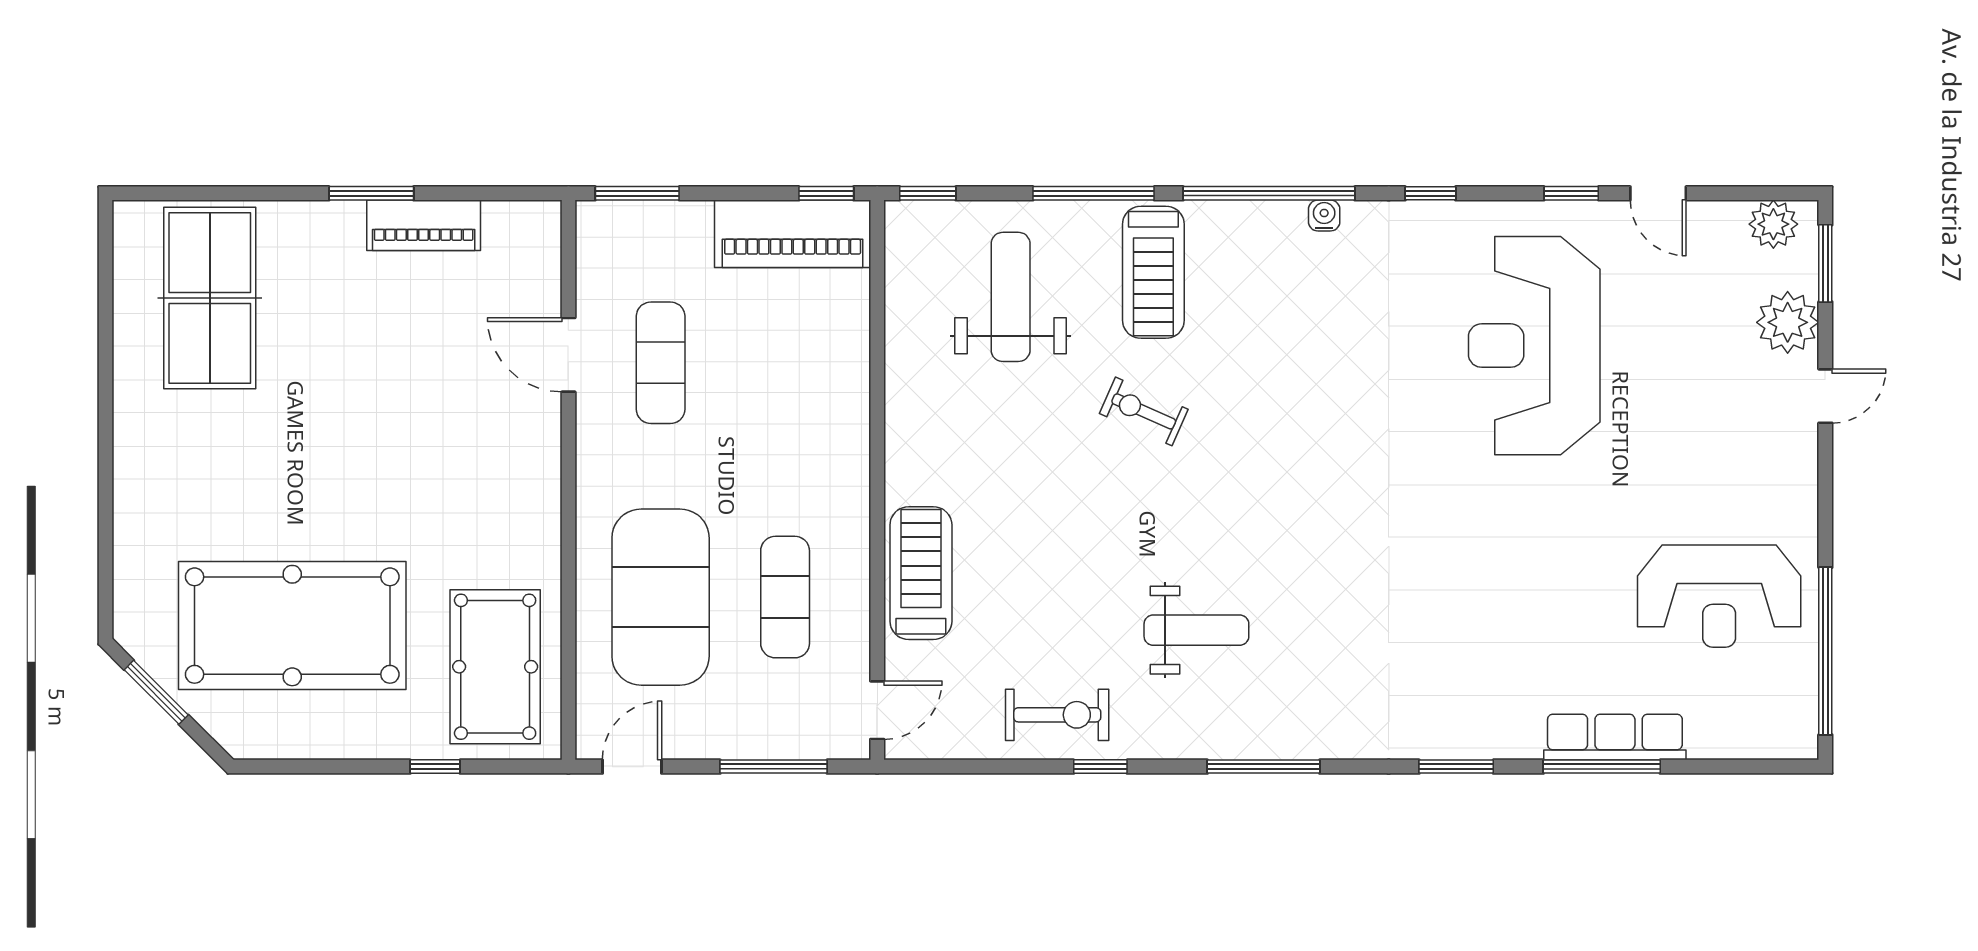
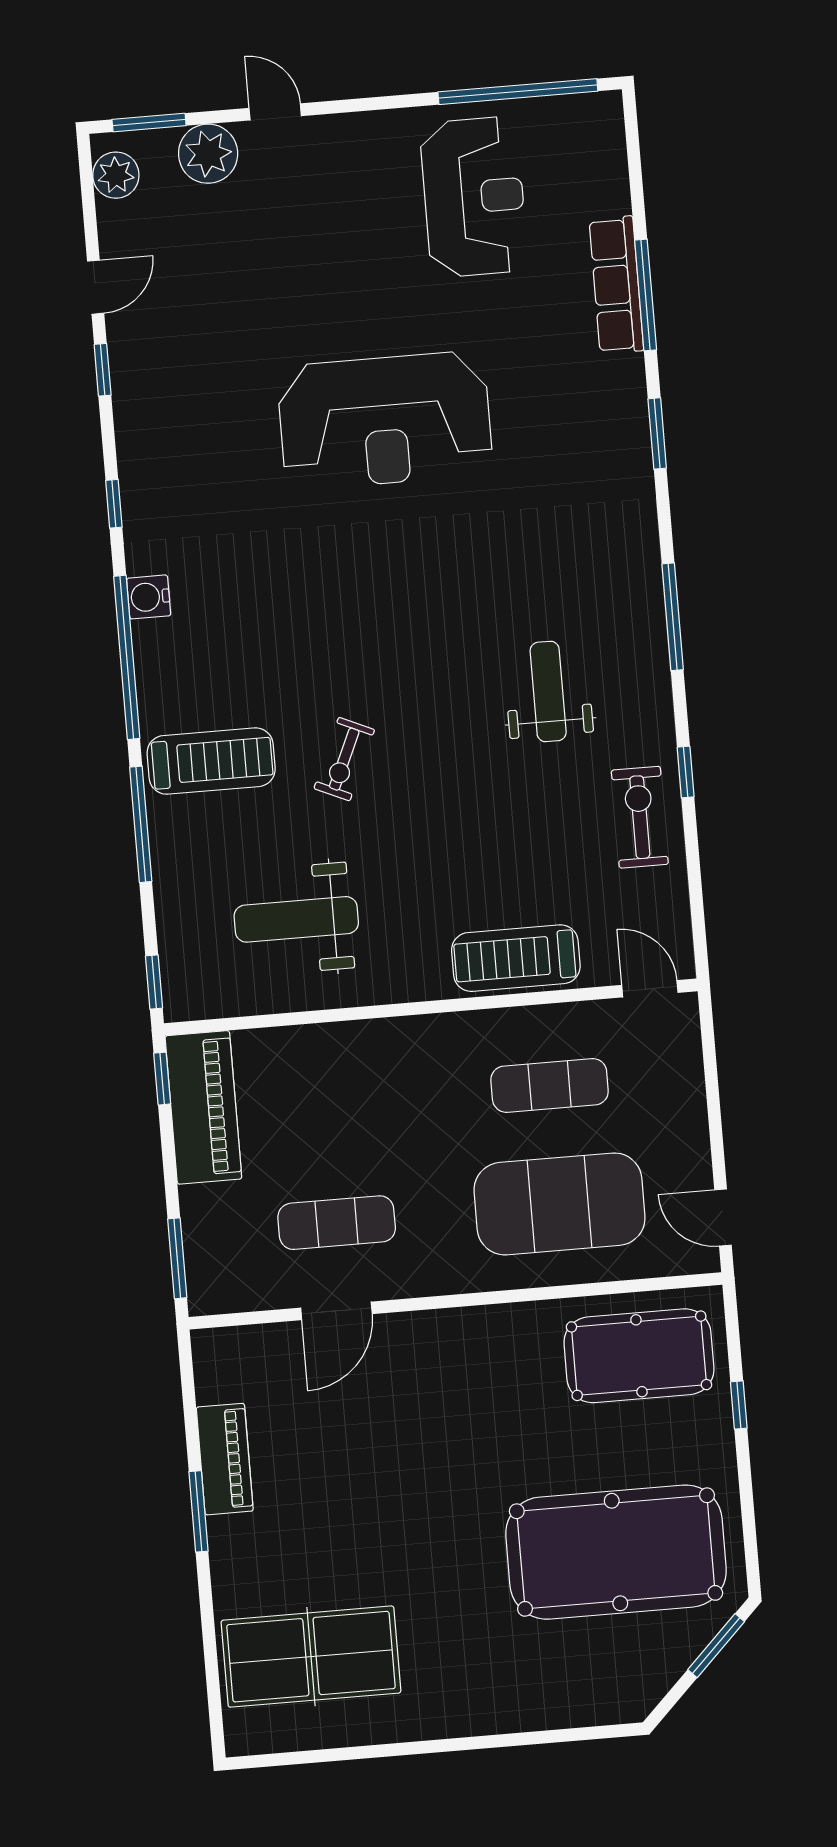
water cooler: (1324, 215) -> (149, 597), width x1.38, depth x1.38
weight bench: (1011, 297) -> (296, 919), moved
reception desk: (1534, 346) -> (385, 420), moved
pool table: (292, 626) -> (616, 1552), turned 90
window: (156, 692) -> (716, 1646), moved
window: (774, 767) -> (712, 1083), removed

